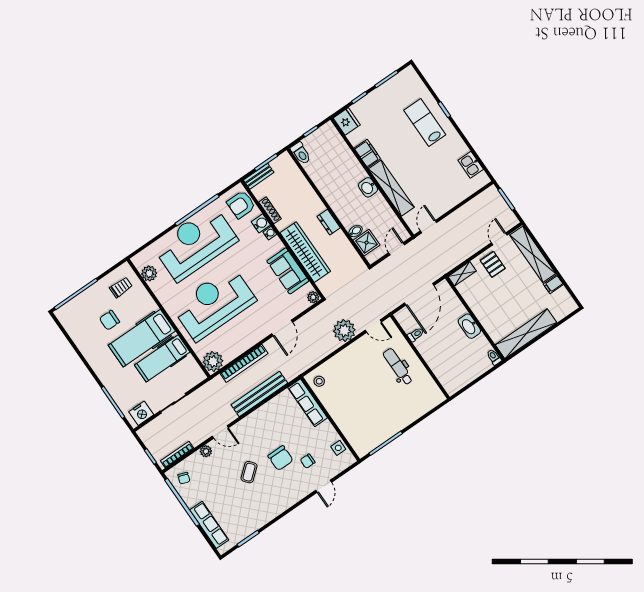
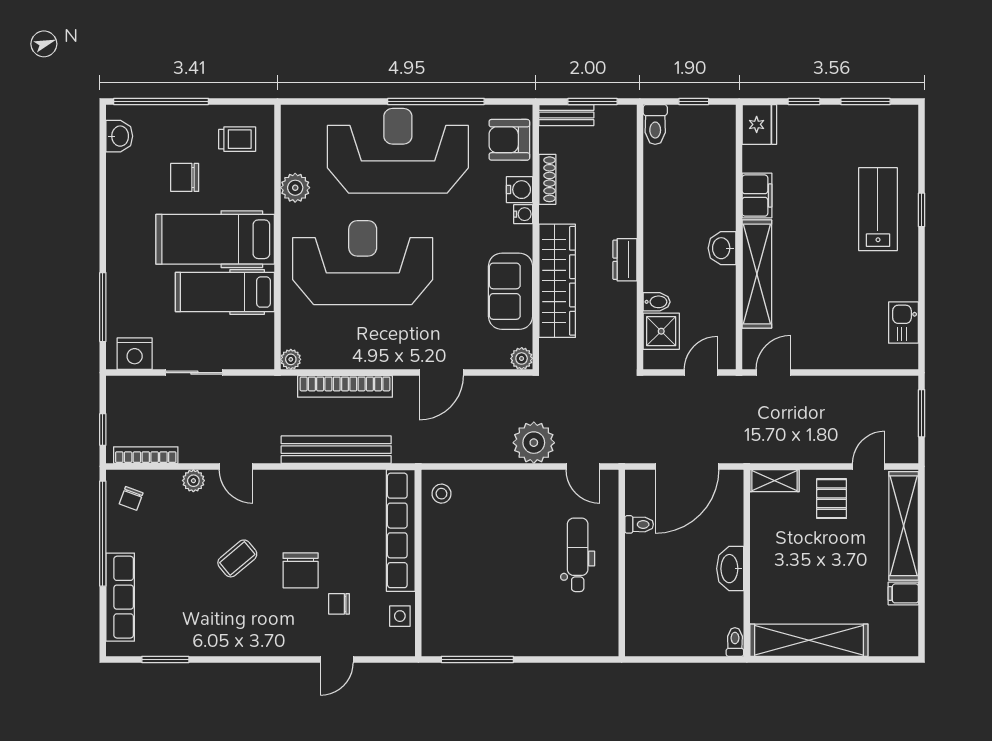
plant: (149, 273) -> (295, 188), moved
washbasin: (68, 322) -> (119, 136), added
plant: (213, 361) -> (291, 359), width x0.53, depth x0.53
row of seats: (308, 403) -> (401, 530), width x1.36

